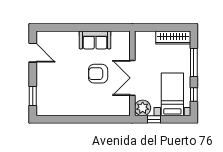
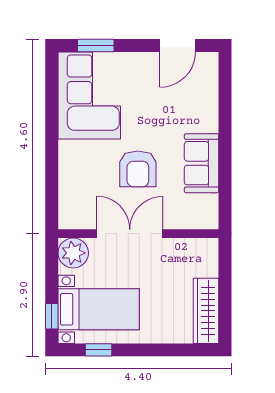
window: (194, 62) -> (159, 350), removed
armchair: (98, 74) -> (138, 169), turned 180
corner sofa: (59, 99) -> (89, 96), added
window: (154, 119) -> (52, 316), moved

